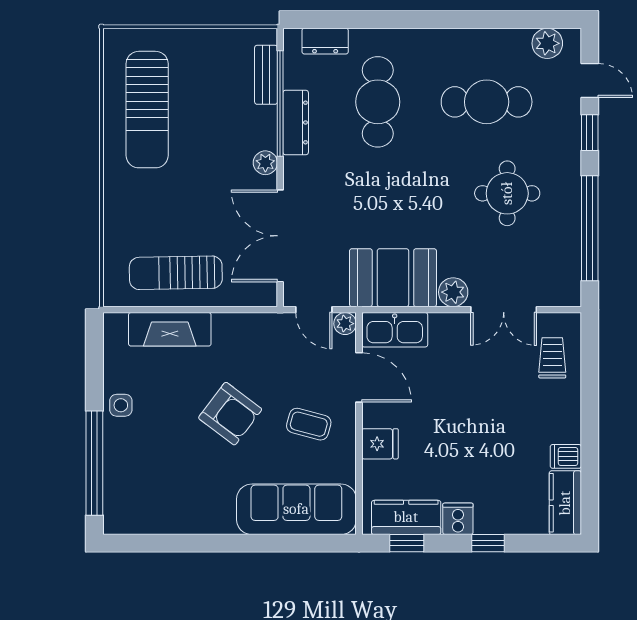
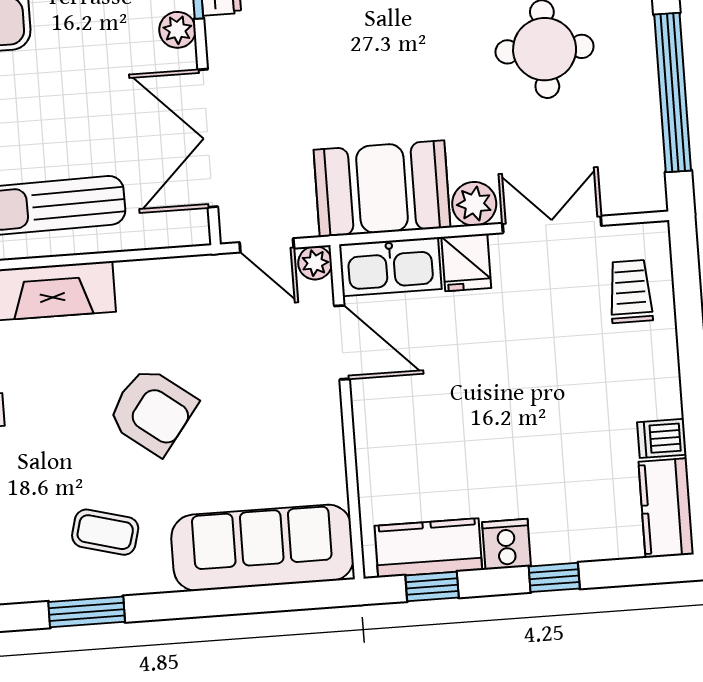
double door: (504, 310) -> (552, 224), swing flipped
coffee table: (309, 424) -> (105, 532), moved
fridge: (380, 444) -> (466, 262), moved, turned 90
window: (177, 543) -> (87, 612), added

